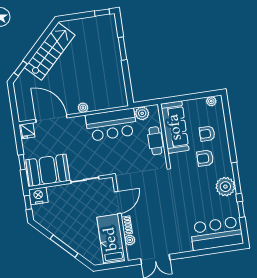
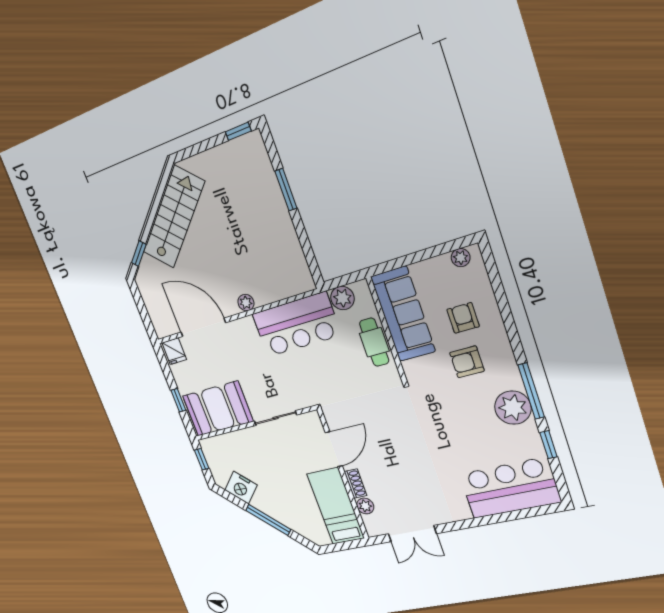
armchair: (207, 134) -> (463, 318), turned 90
nightstand: (38, 196) -> (241, 488), moved, turned -135

